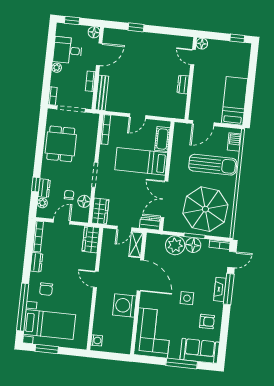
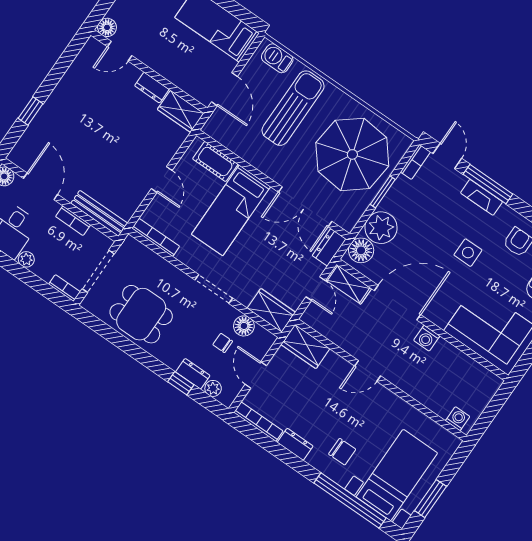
wardrobe: (179, 106) -> (181, 111), added
floor lamp: (193, 245) -> (361, 250), moved
washing machine: (124, 305) -> (427, 338), width x0.53, depth x0.53

